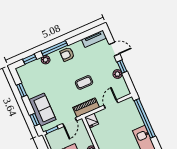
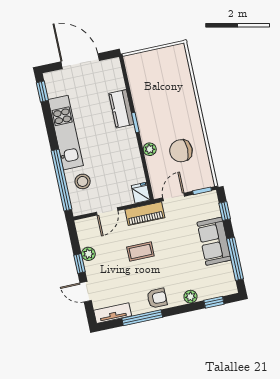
window: (54, 48) -> (142, 318), moved
window: (22, 90) -> (235, 259), width x2.17
sofa: (42, 110) -> (214, 241), moved
stool: (131, 120) -> (83, 181), added

